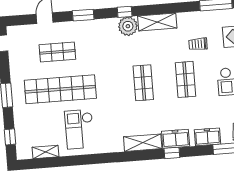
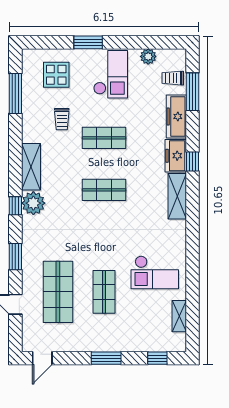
shop shelf: (57, 52) -> (58, 292), width x1.43, depth x1.36
shop shelf: (60, 89) -> (104, 292), width x0.50, depth x0.74
freezer: (207, 137) -> (176, 116), width x1.40

